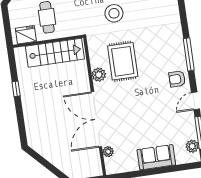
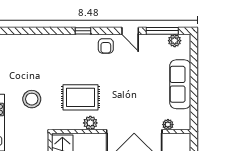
window: (189, 54) -> (83, 31), width x0.46
sofa: (156, 157) -> (180, 84), width x1.36

